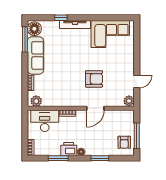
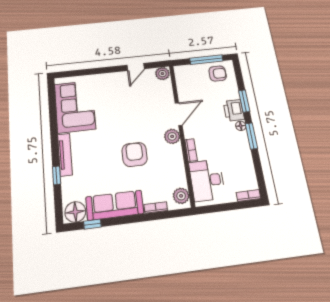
window: (25, 39) -> (92, 224), width x0.46
armchair: (94, 79) -> (135, 154), moved
door: (137, 81) -> (136, 67), swing flipped
plant: (79, 101) -> (172, 136), added
door: (95, 108) -> (179, 114), hinge flipped
printer: (69, 149) -> (234, 110), moved
window: (58, 158) -> (251, 136), moved

